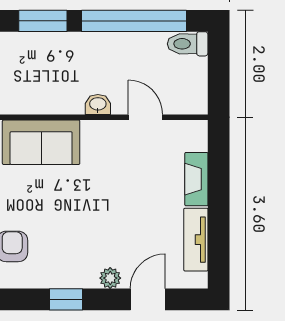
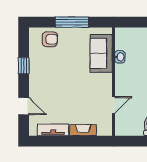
washbasin: (98, 104) -> (120, 57), moved
plant: (110, 278) -> (34, 88), removed

